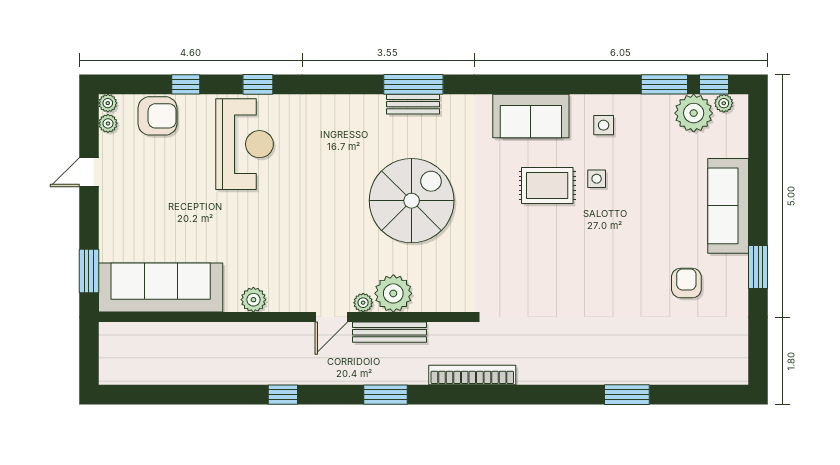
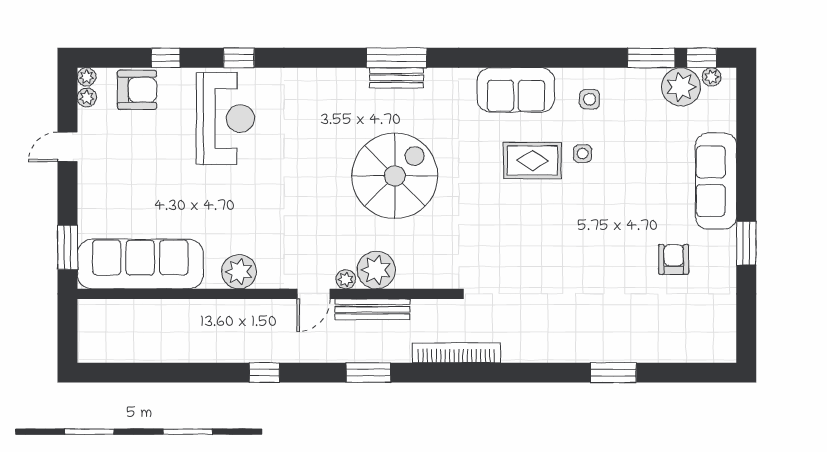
plant: (253, 300) -> (239, 272), width x1.36, depth x1.36

